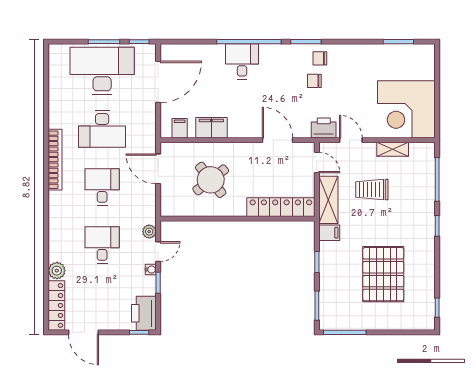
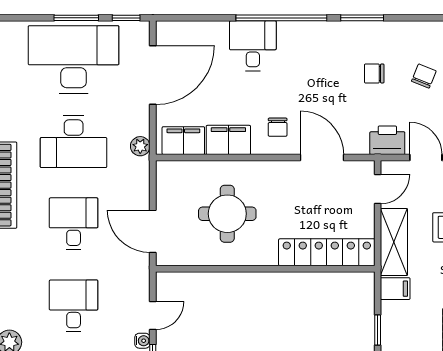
chair: (320, 58) -> (424, 76), moved, turned 112
desk: (242, 61) -> (253, 46), moved
chair: (246, 119) -> (278, 127), added
filing cabinet: (180, 128) -> (183, 141), width x2.00
door: (317, 162) -> (378, 189), hinge flipped
door: (158, 169) -> (153, 231), moved
round table: (211, 180) -> (227, 214), turned 38
plant: (149, 232) -> (140, 146), moved

